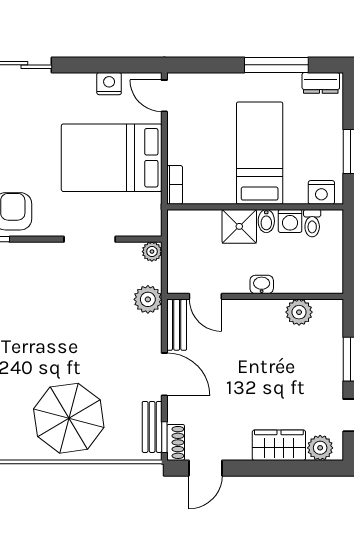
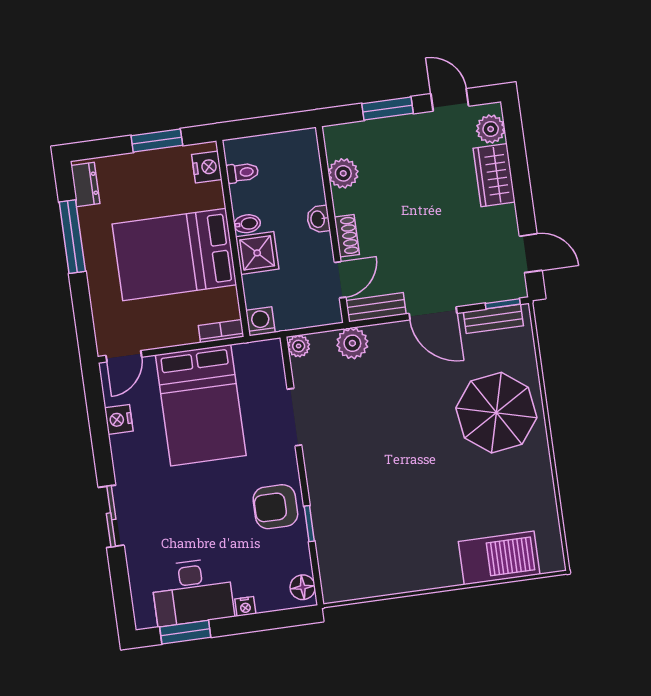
bed: (260, 153) -> (174, 254), width x1.50
washing machine: (290, 221) -> (261, 321), moved, turned -90
door: (164, 374) -> (433, 313), swing flipped
shoe rack: (176, 442) -> (347, 236), moved, turned 90

